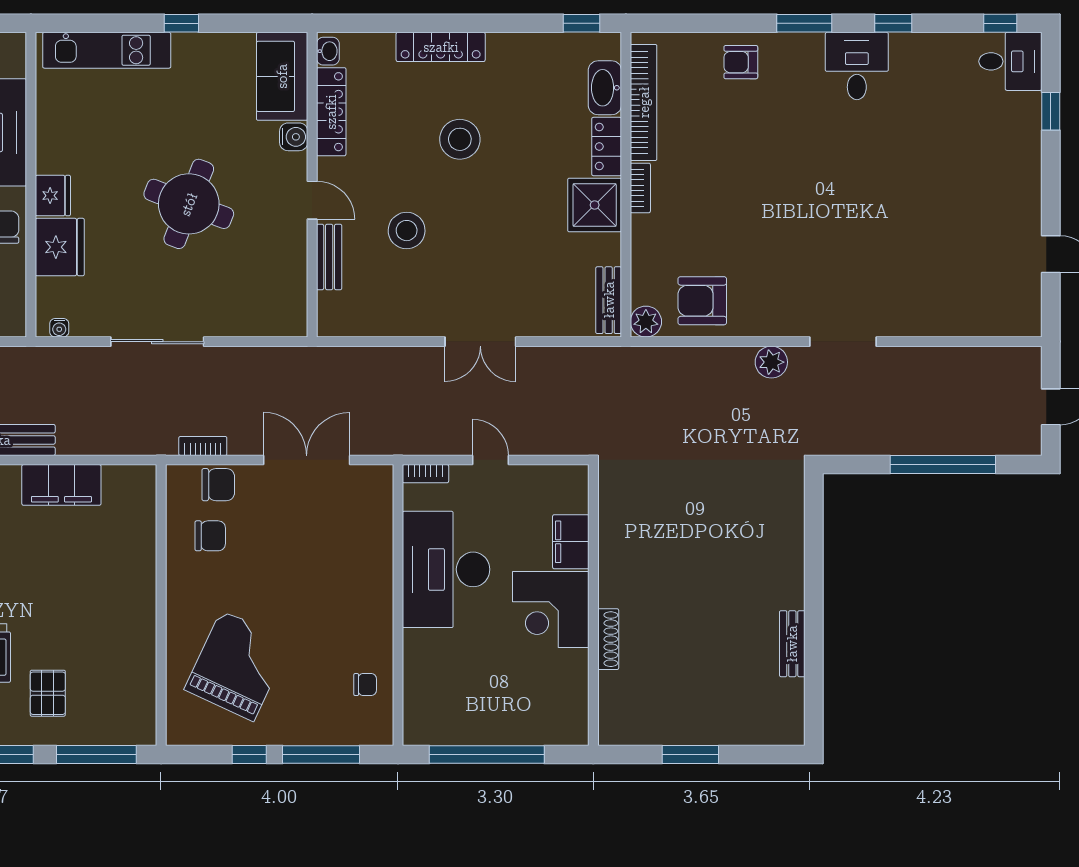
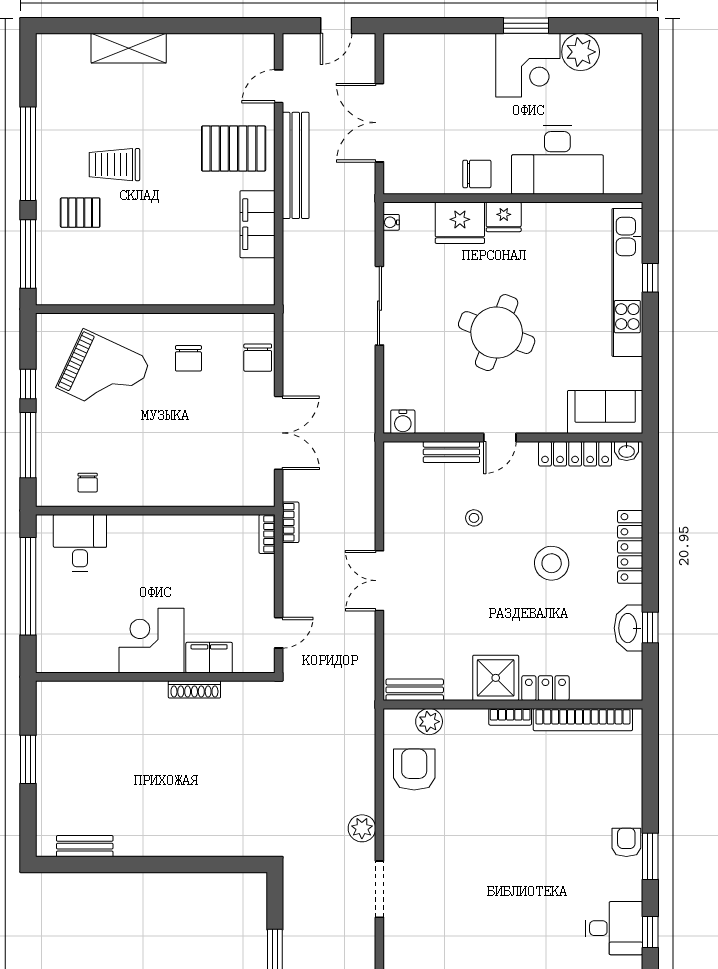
window: (181, 23) -> (650, 278), moved
window: (582, 23) -> (650, 627), moved
kitchen unit: (107, 50) -> (627, 282), width x1.36
armchair: (741, 62) -> (626, 842), moved
desk: (857, 66) -> (614, 928), moved
washbasin: (605, 88) -> (629, 628), moved, turned -90
water cooler: (294, 137) -> (403, 422), moved
stool: (407, 231) -> (474, 518), width x0.53, depth x0.53
plant: (646, 322) -> (429, 722), moved
bookcase: (203, 446) -> (291, 522), moved
door: (490, 460) -> (279, 633), moved
chair: (210, 536) -> (188, 358), moved
desk: (446, 569) -> (80, 543), moved, width x0.53, depth x0.77
shoe rack: (608, 639) -> (194, 689), moved
bench: (792, 644) -> (85, 846), moved

